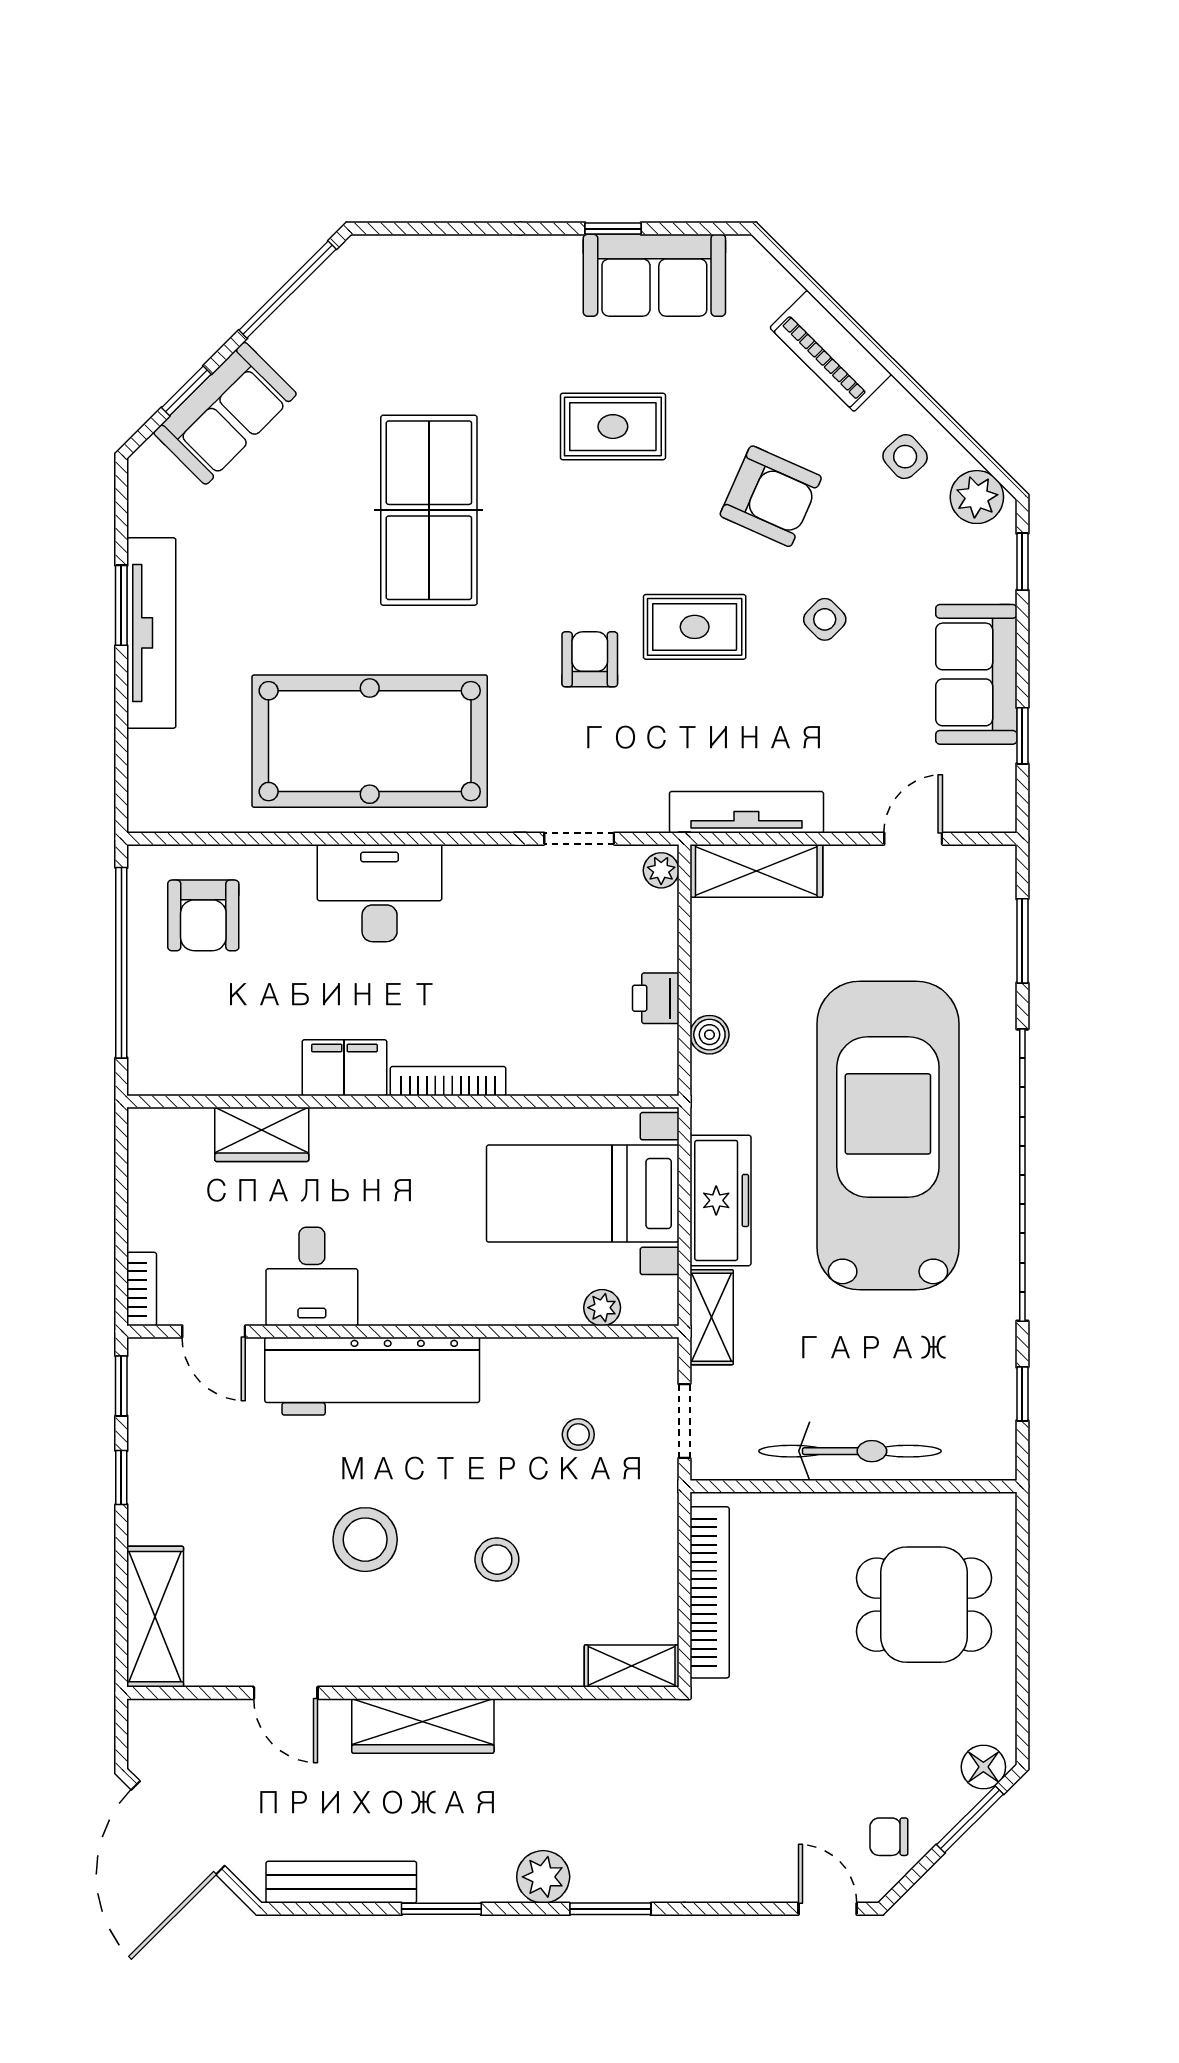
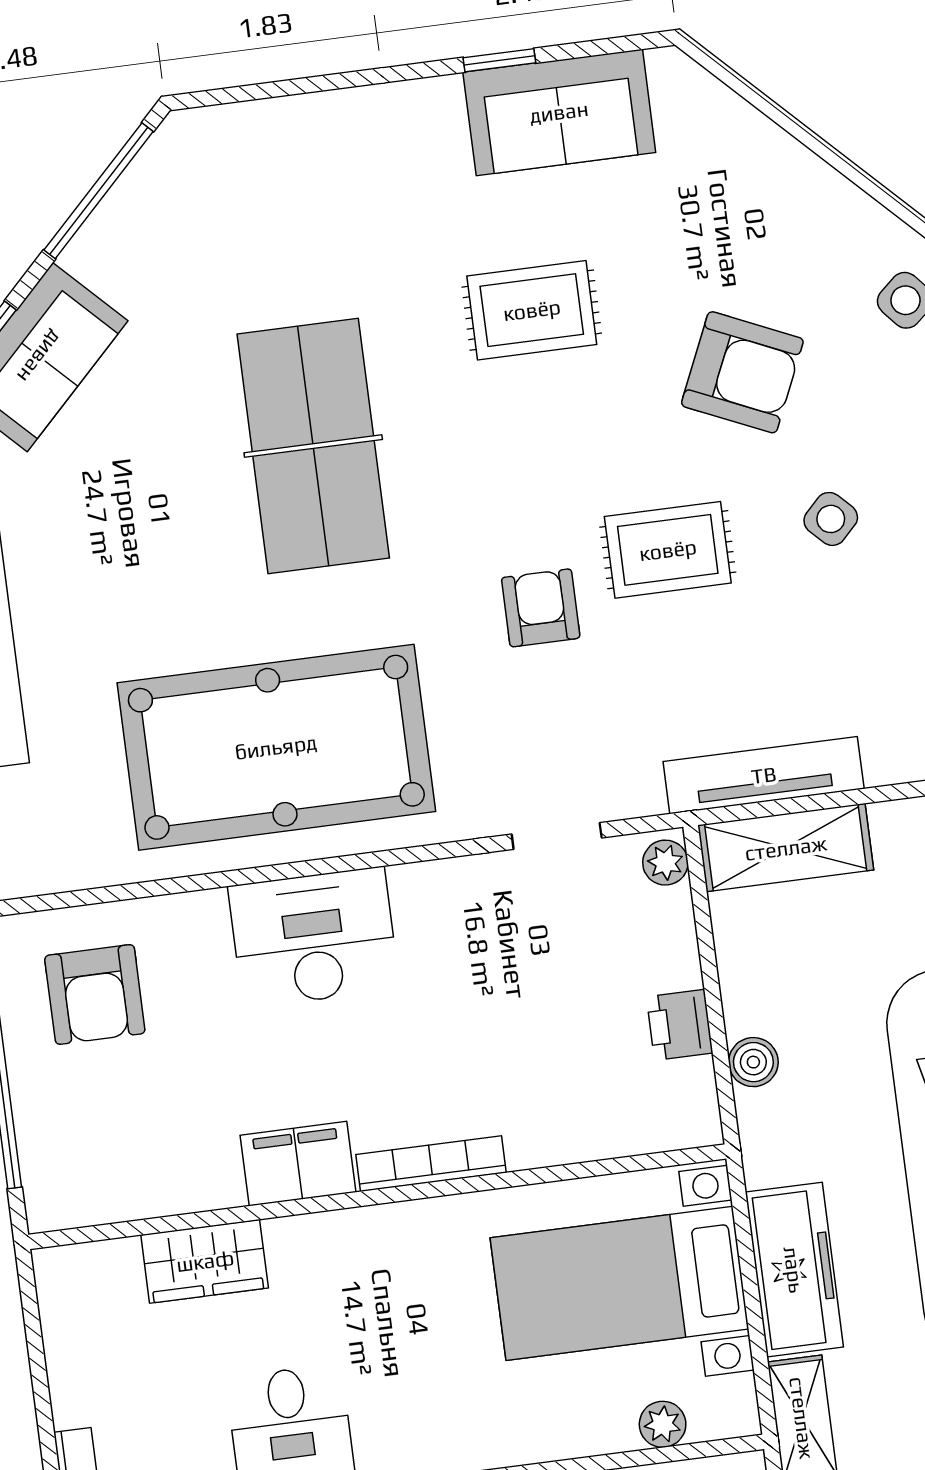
piano: (831, 351) -> (794, 179), removed

